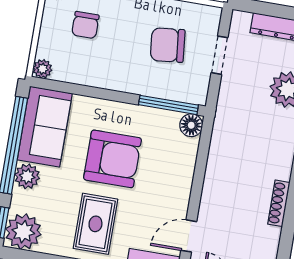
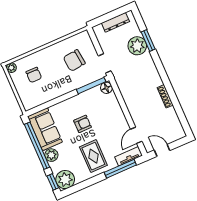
doorway: (220, 55) -> (105, 63), moved
plant: (42, 69) -> (28, 105), removed
armchair: (112, 159) -> (83, 124), width x0.53, depth x0.53

